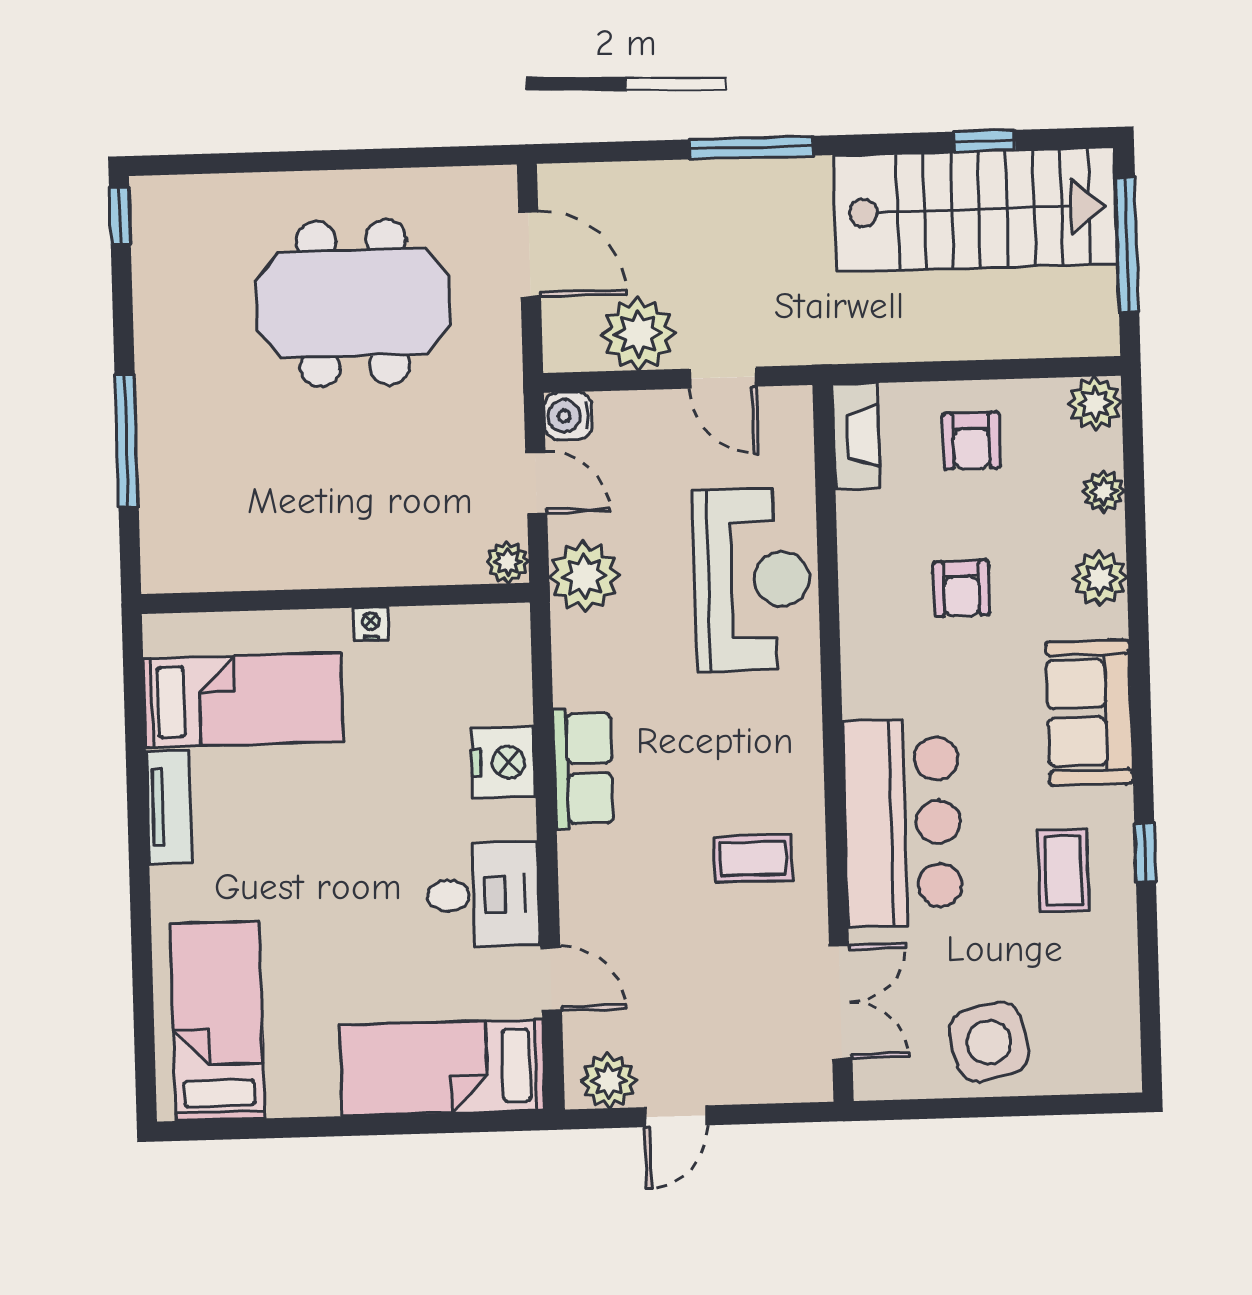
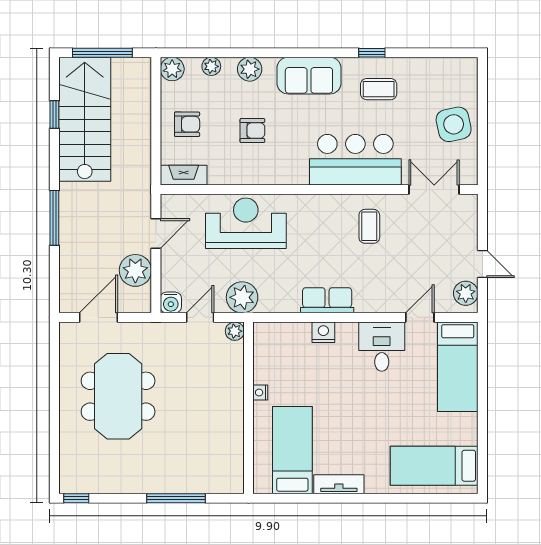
nightstand: (503, 762) -> (323, 332), width x0.74, depth x0.75

